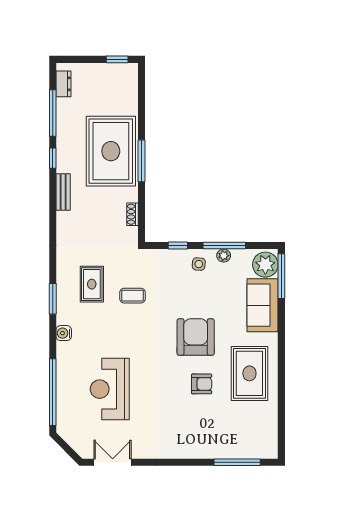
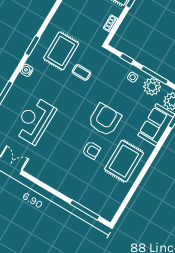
plant: (224, 256) -> (152, 87), width x1.88, depth x1.88
rug: (92, 284) -> (61, 51), width x1.36, depth x1.43

